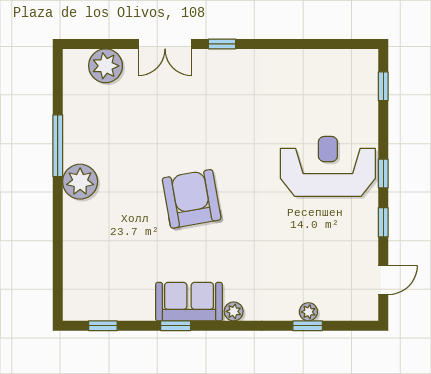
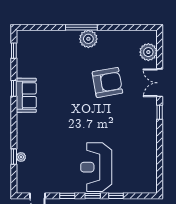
window: (383, 86) -> (116, 196), moved
window: (58, 146) -> (81, 27), moved
reception desk: (328, 166) -> (96, 167), turned 180
armchair: (192, 199) -> (107, 82), moved
plant: (234, 311) -> (21, 118), removed

